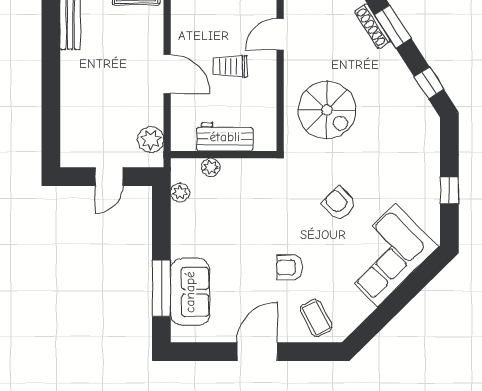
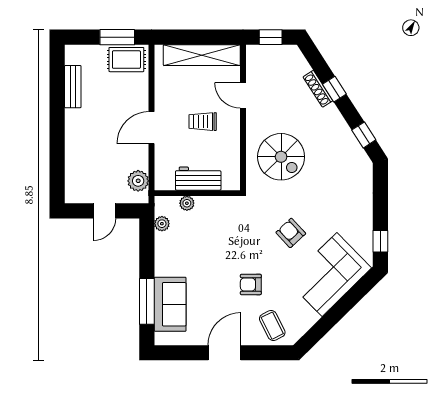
window: (393, 26) -> (334, 89), width x0.67
door: (280, 34) -> (243, 95), hinge flipped
door: (167, 74) -> (152, 128), swing flipped
window: (449, 190) -> (380, 241), moved

